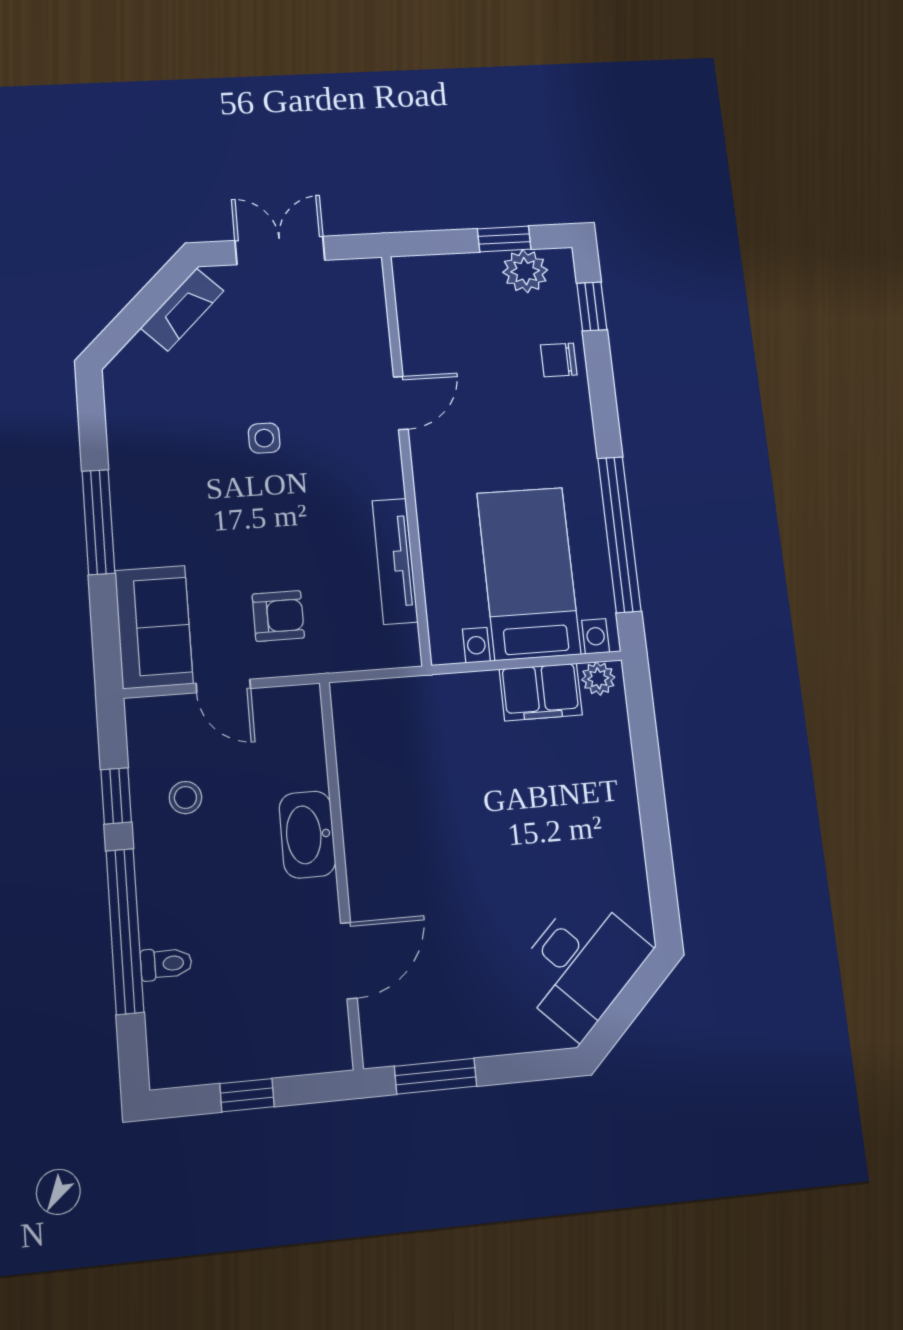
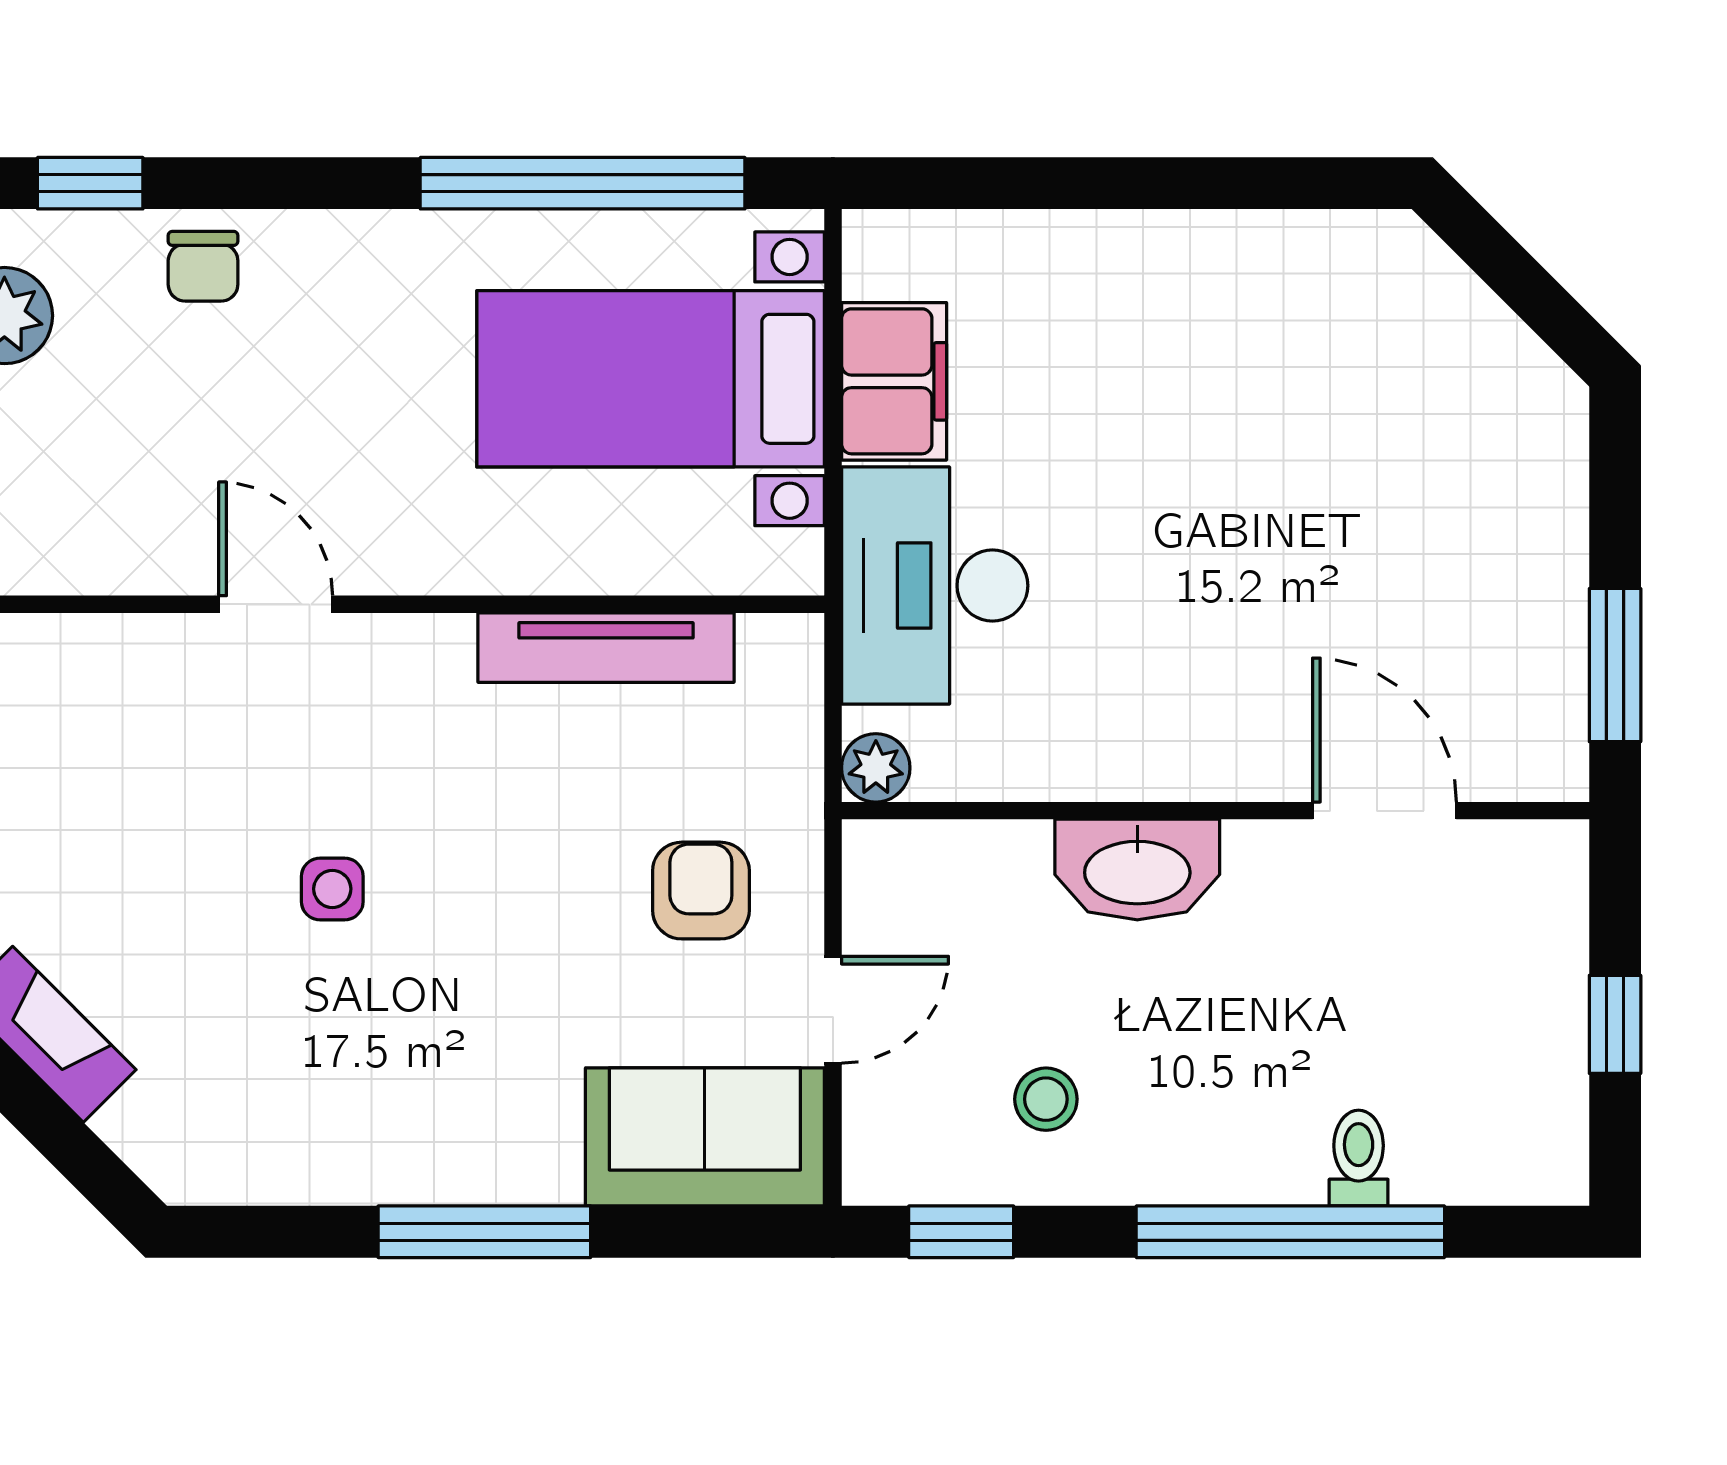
plant: (598, 678) -> (876, 768), moved
window: (116, 796) -> (961, 1232), moved
desk: (581, 965) -> (935, 586), moved, turned -135

